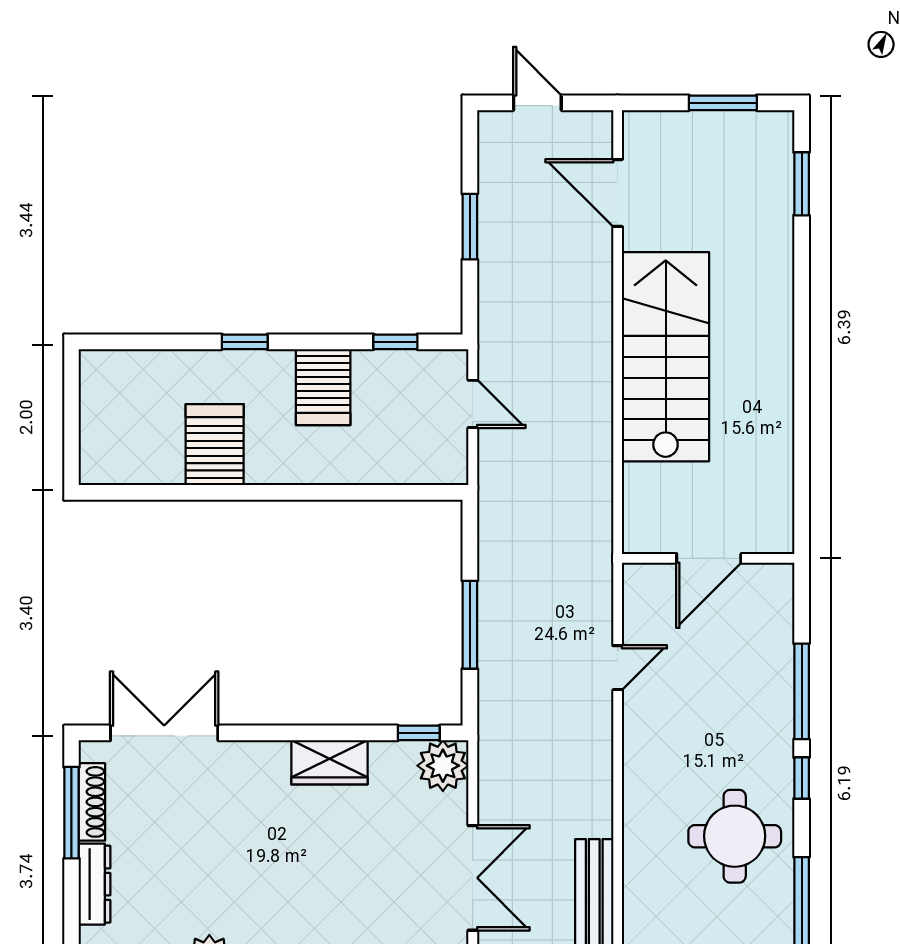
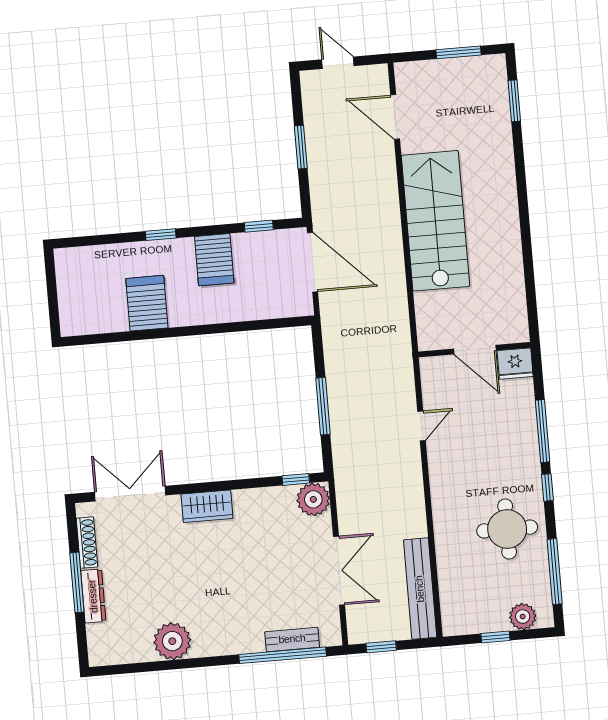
door: (473, 404) -> (313, 262), width x1.87
door: (709, 558) -> (475, 350), hinge flipped
fridge: (768, 585) -> (515, 364), added
wardrobe: (329, 762) -> (207, 506), moved
window: (71, 813) -> (77, 582), moved

